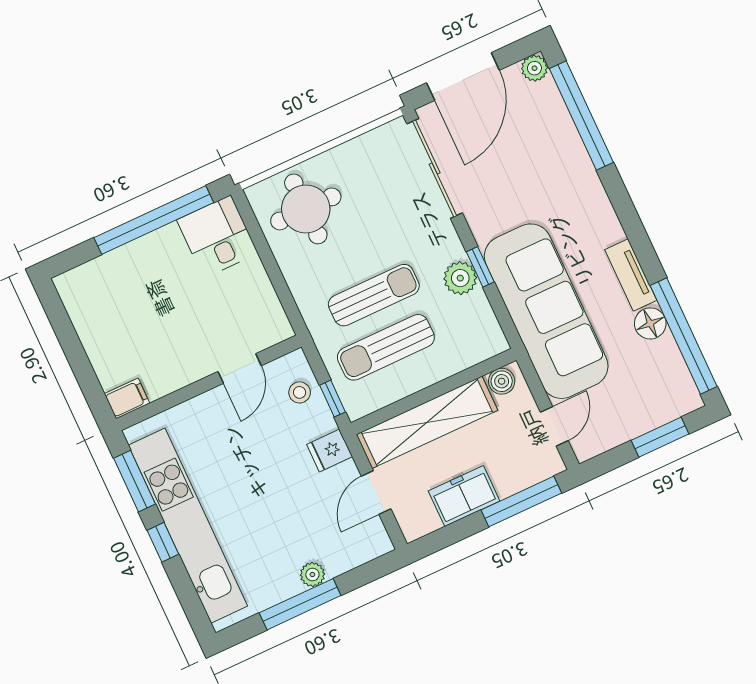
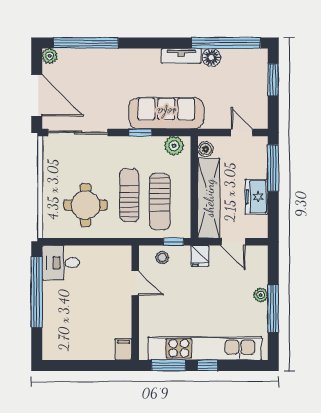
round table: (306, 209) -> (86, 205), moved
plant: (460, 278) -> (174, 146), moved
sofa: (546, 311) -> (166, 113), width x0.74, depth x0.79

